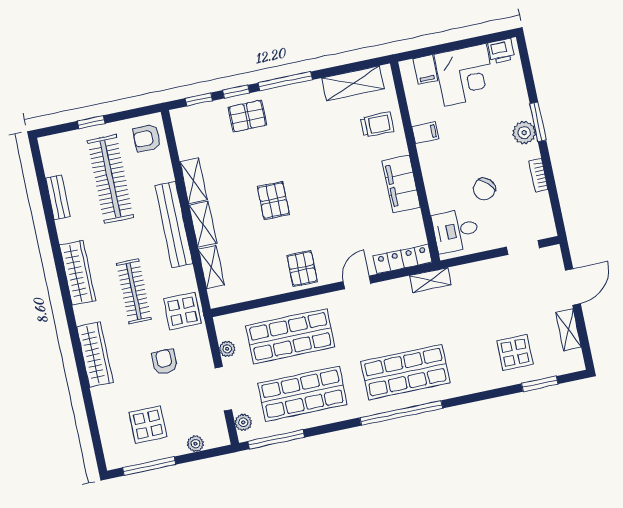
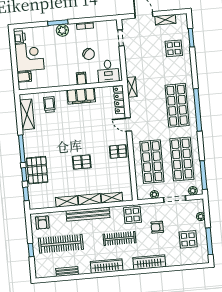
pallet: (247, 116) -> (37, 170), width x1.50, depth x1.42
filing cabinet: (425, 133) -> (81, 78), moved

